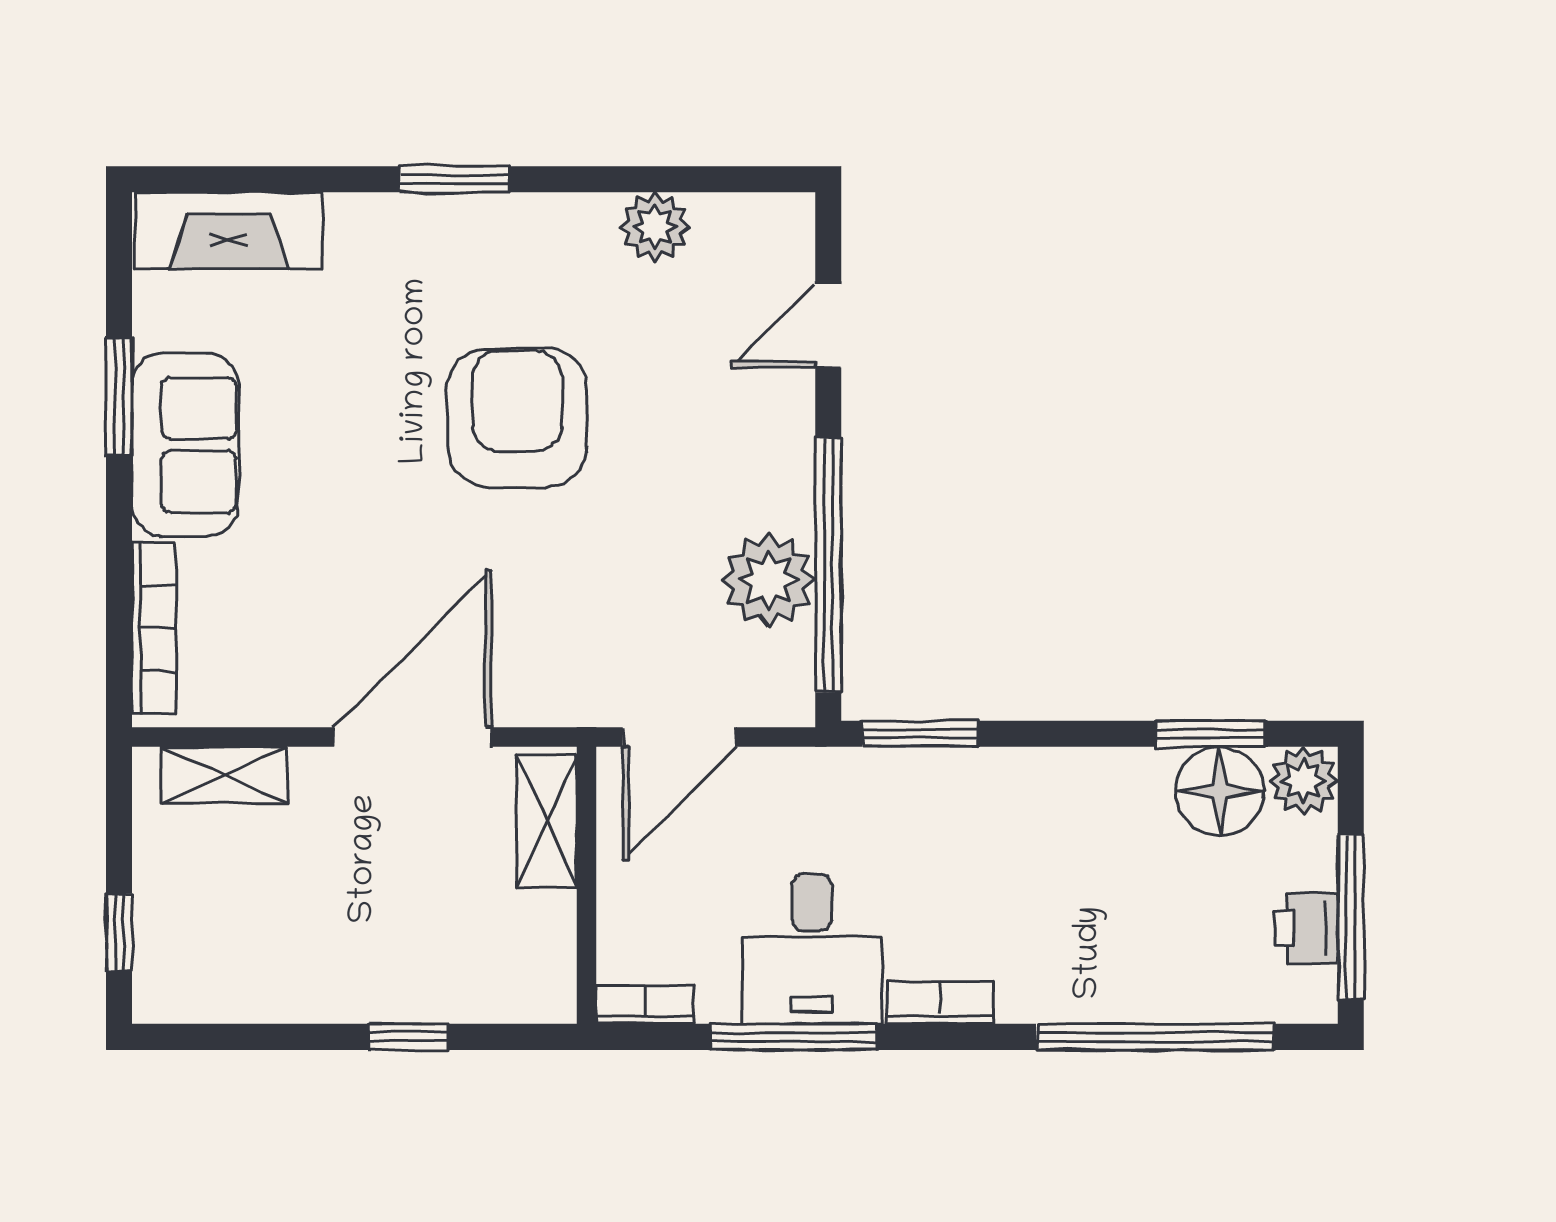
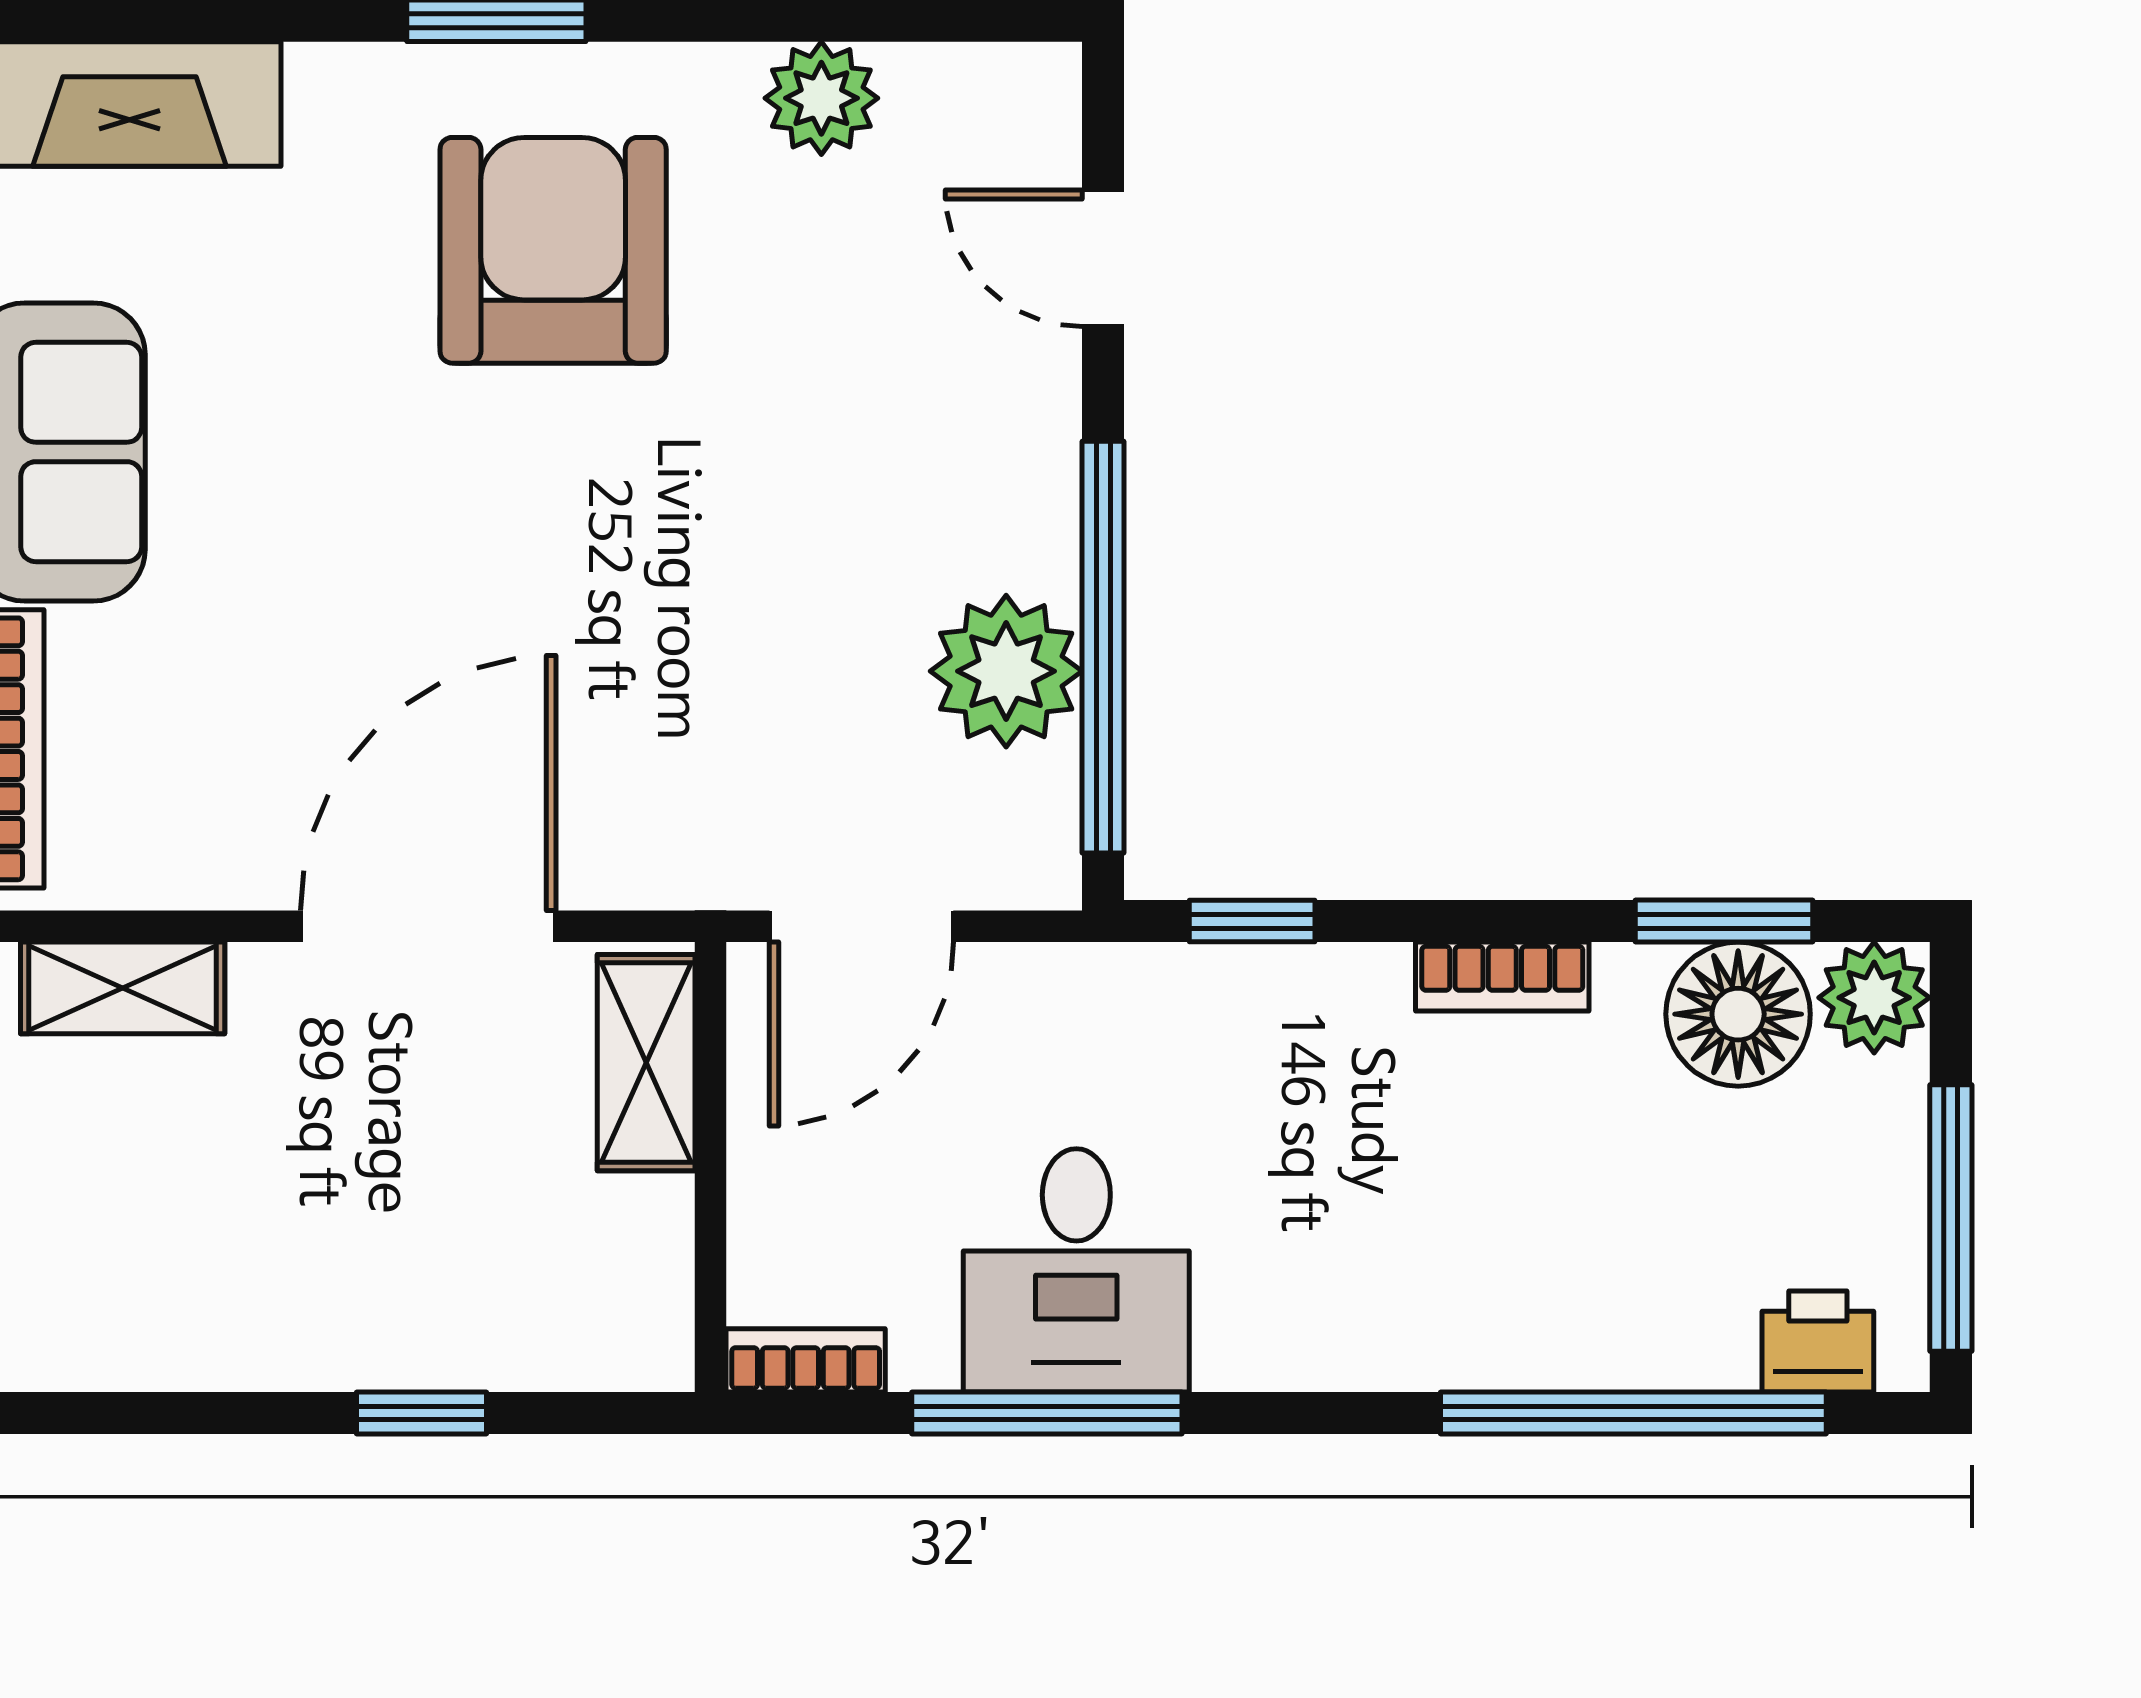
door: (828, 325) -> (1103, 258), hinge flipped
armchair: (517, 418) -> (553, 250), moved
window: (920, 734) -> (1252, 921), width x0.67
printer: (1307, 928) -> (1818, 1341), moved, turned 90
bookcase: (940, 1003) -> (1502, 977), moved, turned 180

